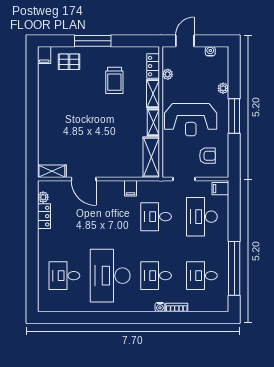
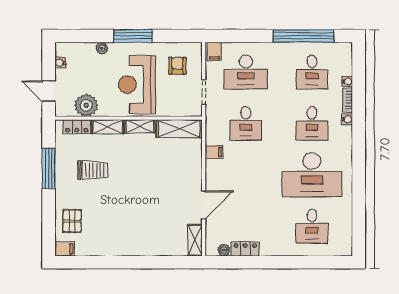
window: (93, 41) -> (49, 169), moved
plant: (168, 74) -> (86, 105), width x1.87, depth x1.87
reception desk: (191, 120) -> (137, 85), turned 180
water cooler: (193, 307) -> (347, 81), added

